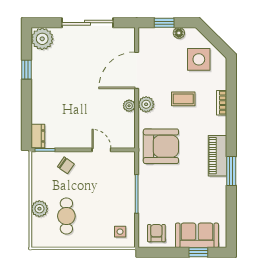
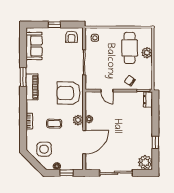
cafe table: (66, 216) -> (130, 48), width x1.37, depth x1.35
sofa: (197, 235) -> (34, 46), moved, turned -90
window: (198, 252) -> (54, 25), moved

